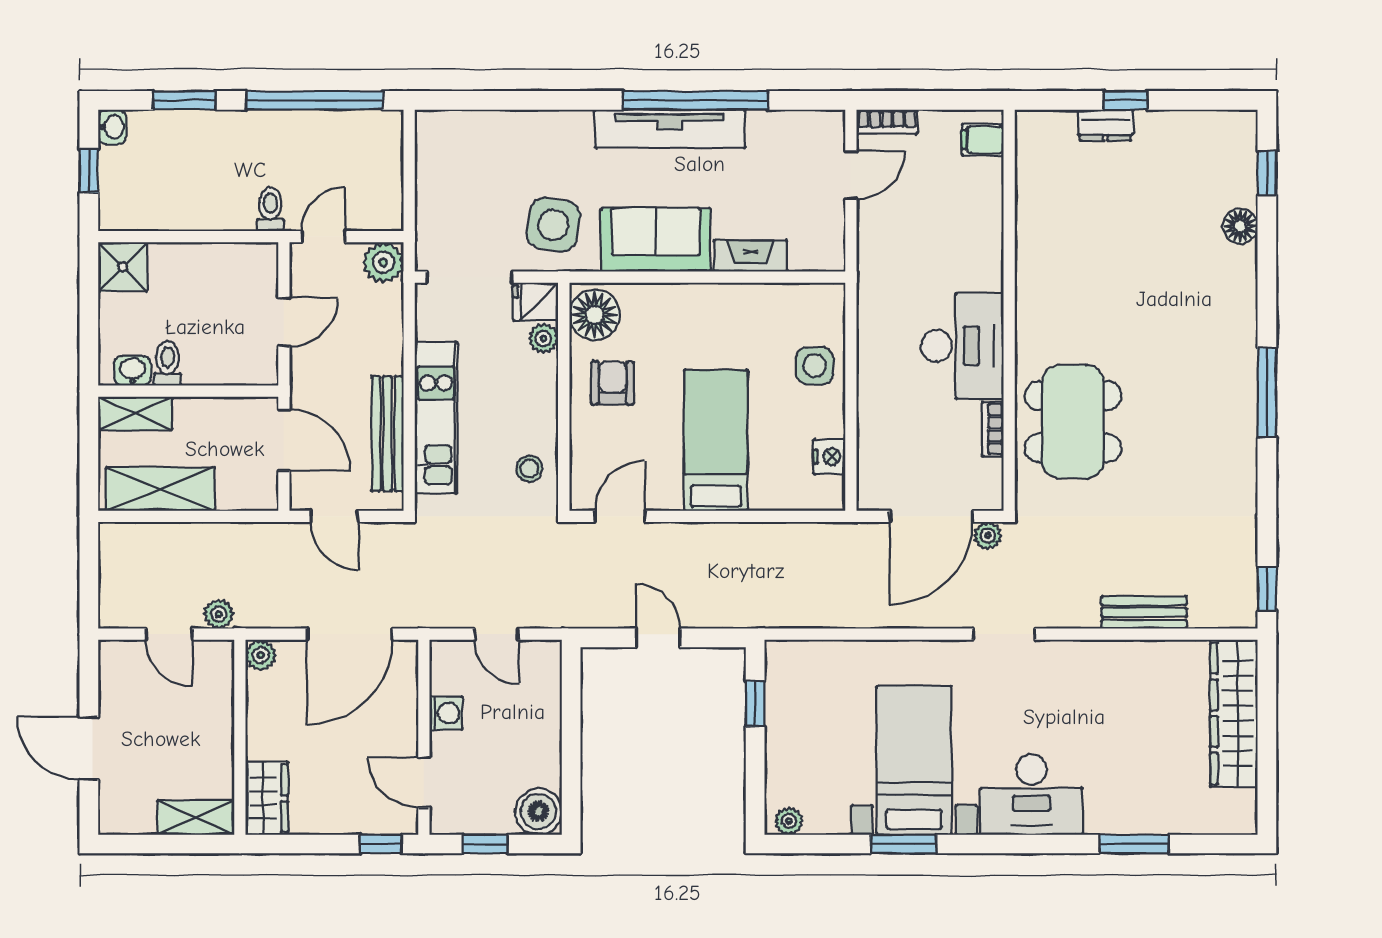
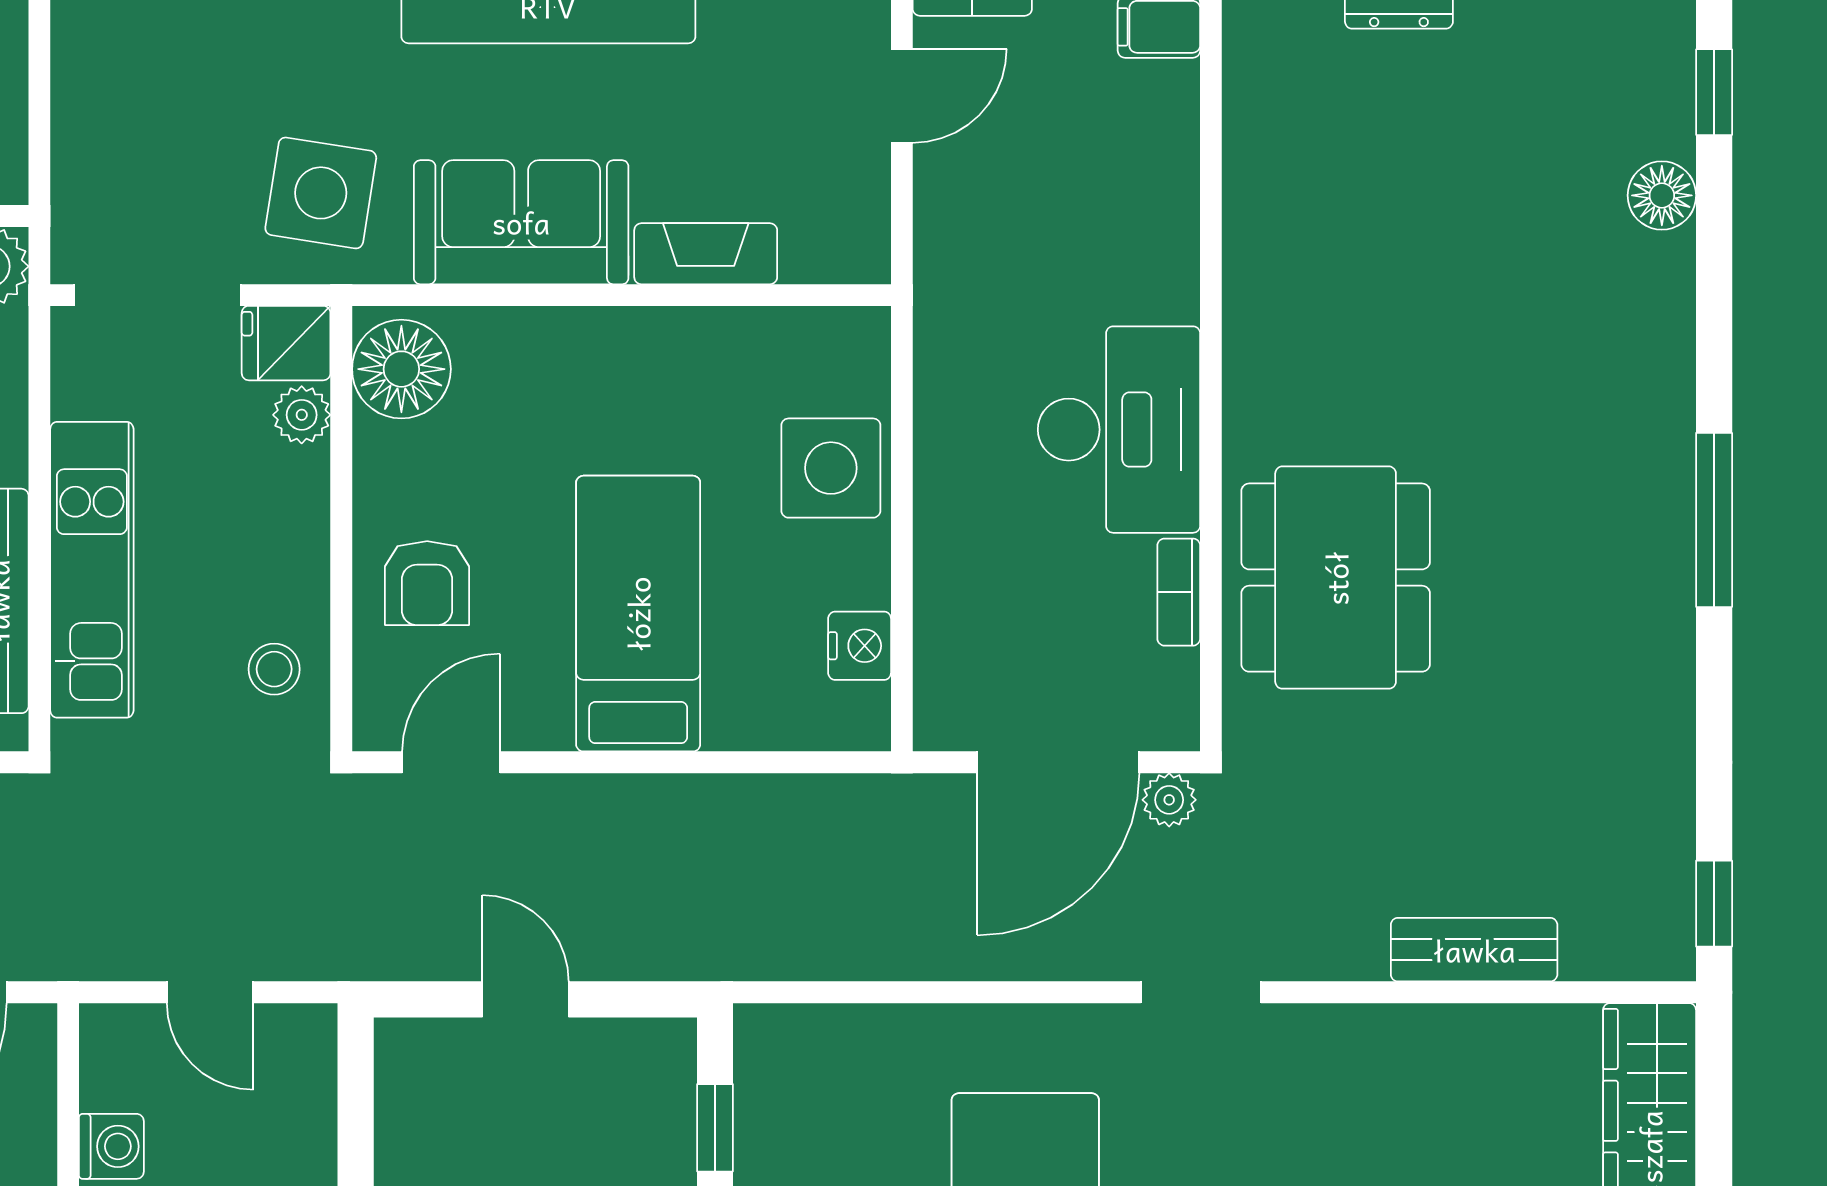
side table: (815, 366) -> (831, 468), width x1.37, depth x1.37
armchair: (613, 383) -> (427, 583), moved, turned 180

